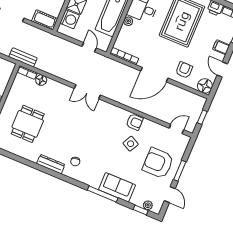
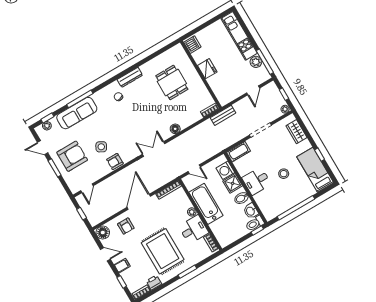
floor lamp: (41, 80) -> (175, 129), moved
double door: (87, 92) -> (154, 149), moved
sofa: (117, 187) -> (77, 113), width x1.36

